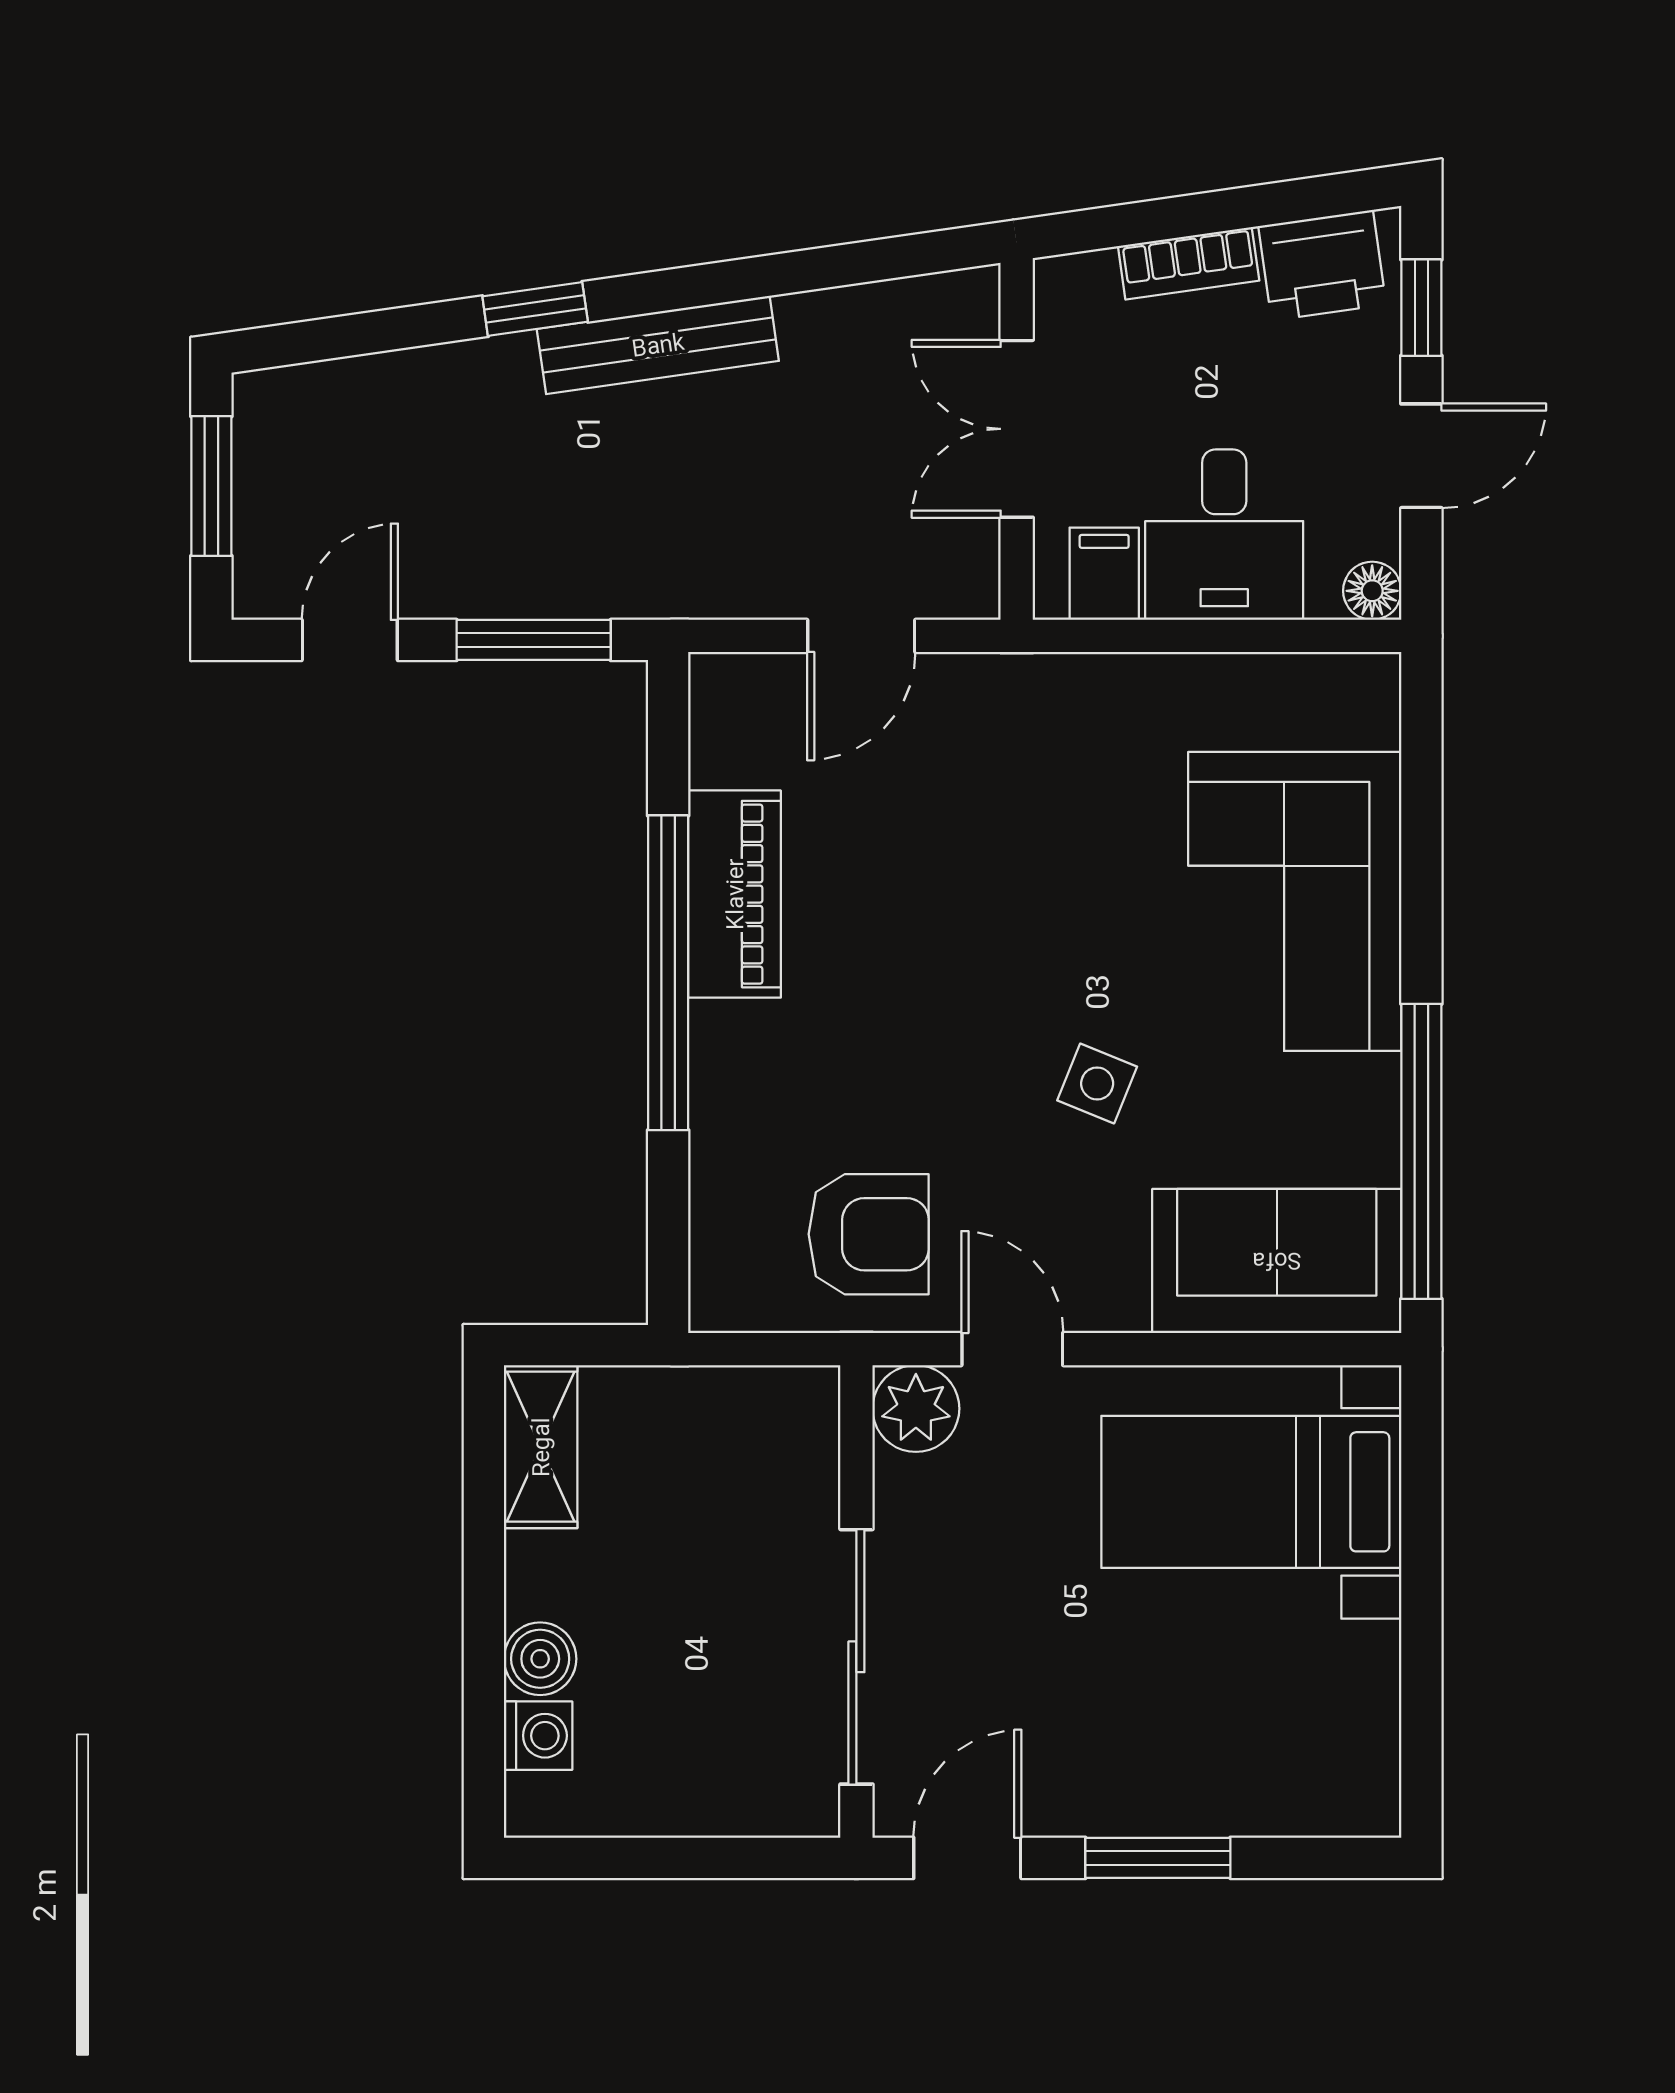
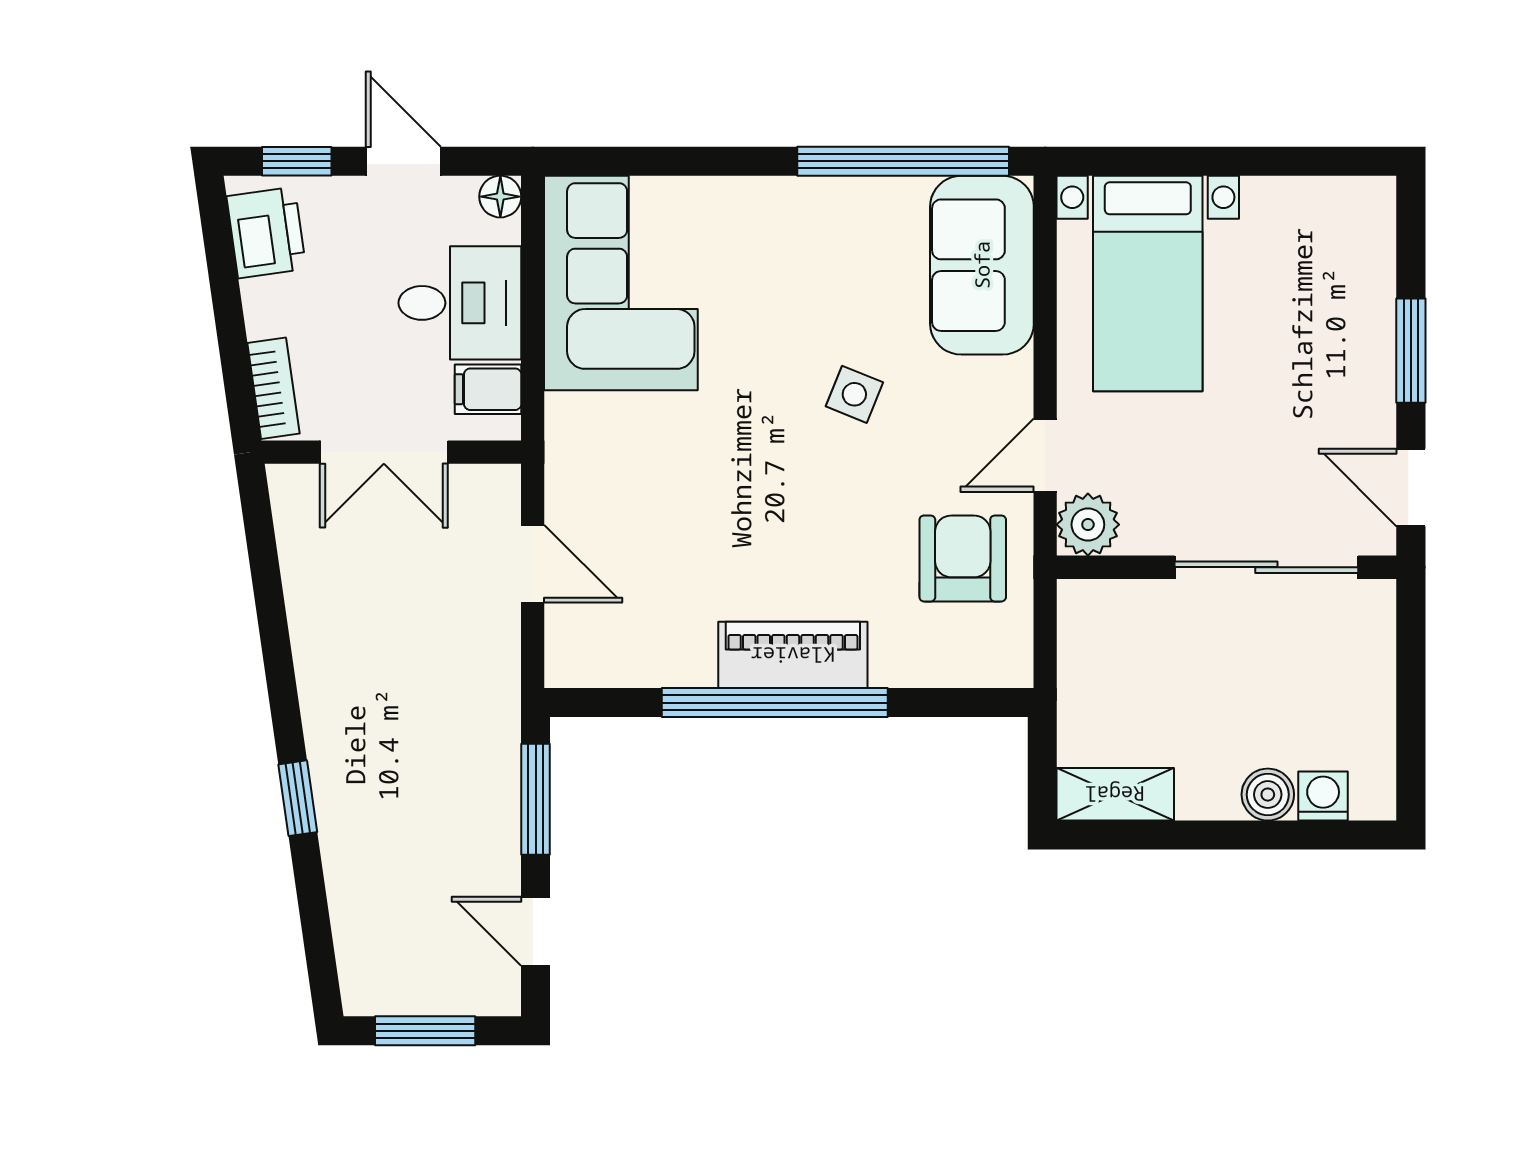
bookcase: (1189, 263) -> (273, 388), moved
bench: (658, 345) -> (324, 710), removed
piano: (735, 894) -> (793, 655), moved
corner sofa: (1295, 901) -> (621, 283), moved, turned -90

